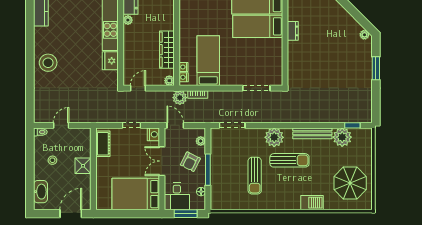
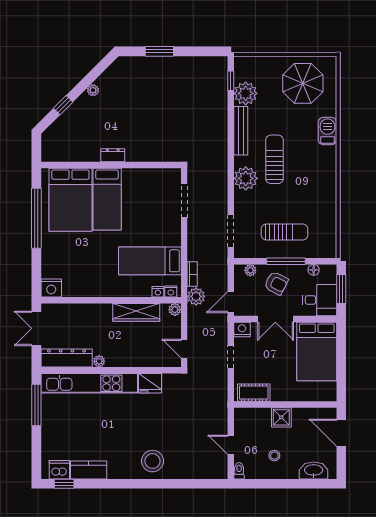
plant: (364, 35) -> (93, 90), moved
sun lounger: (255, 176) -> (285, 232), moved

